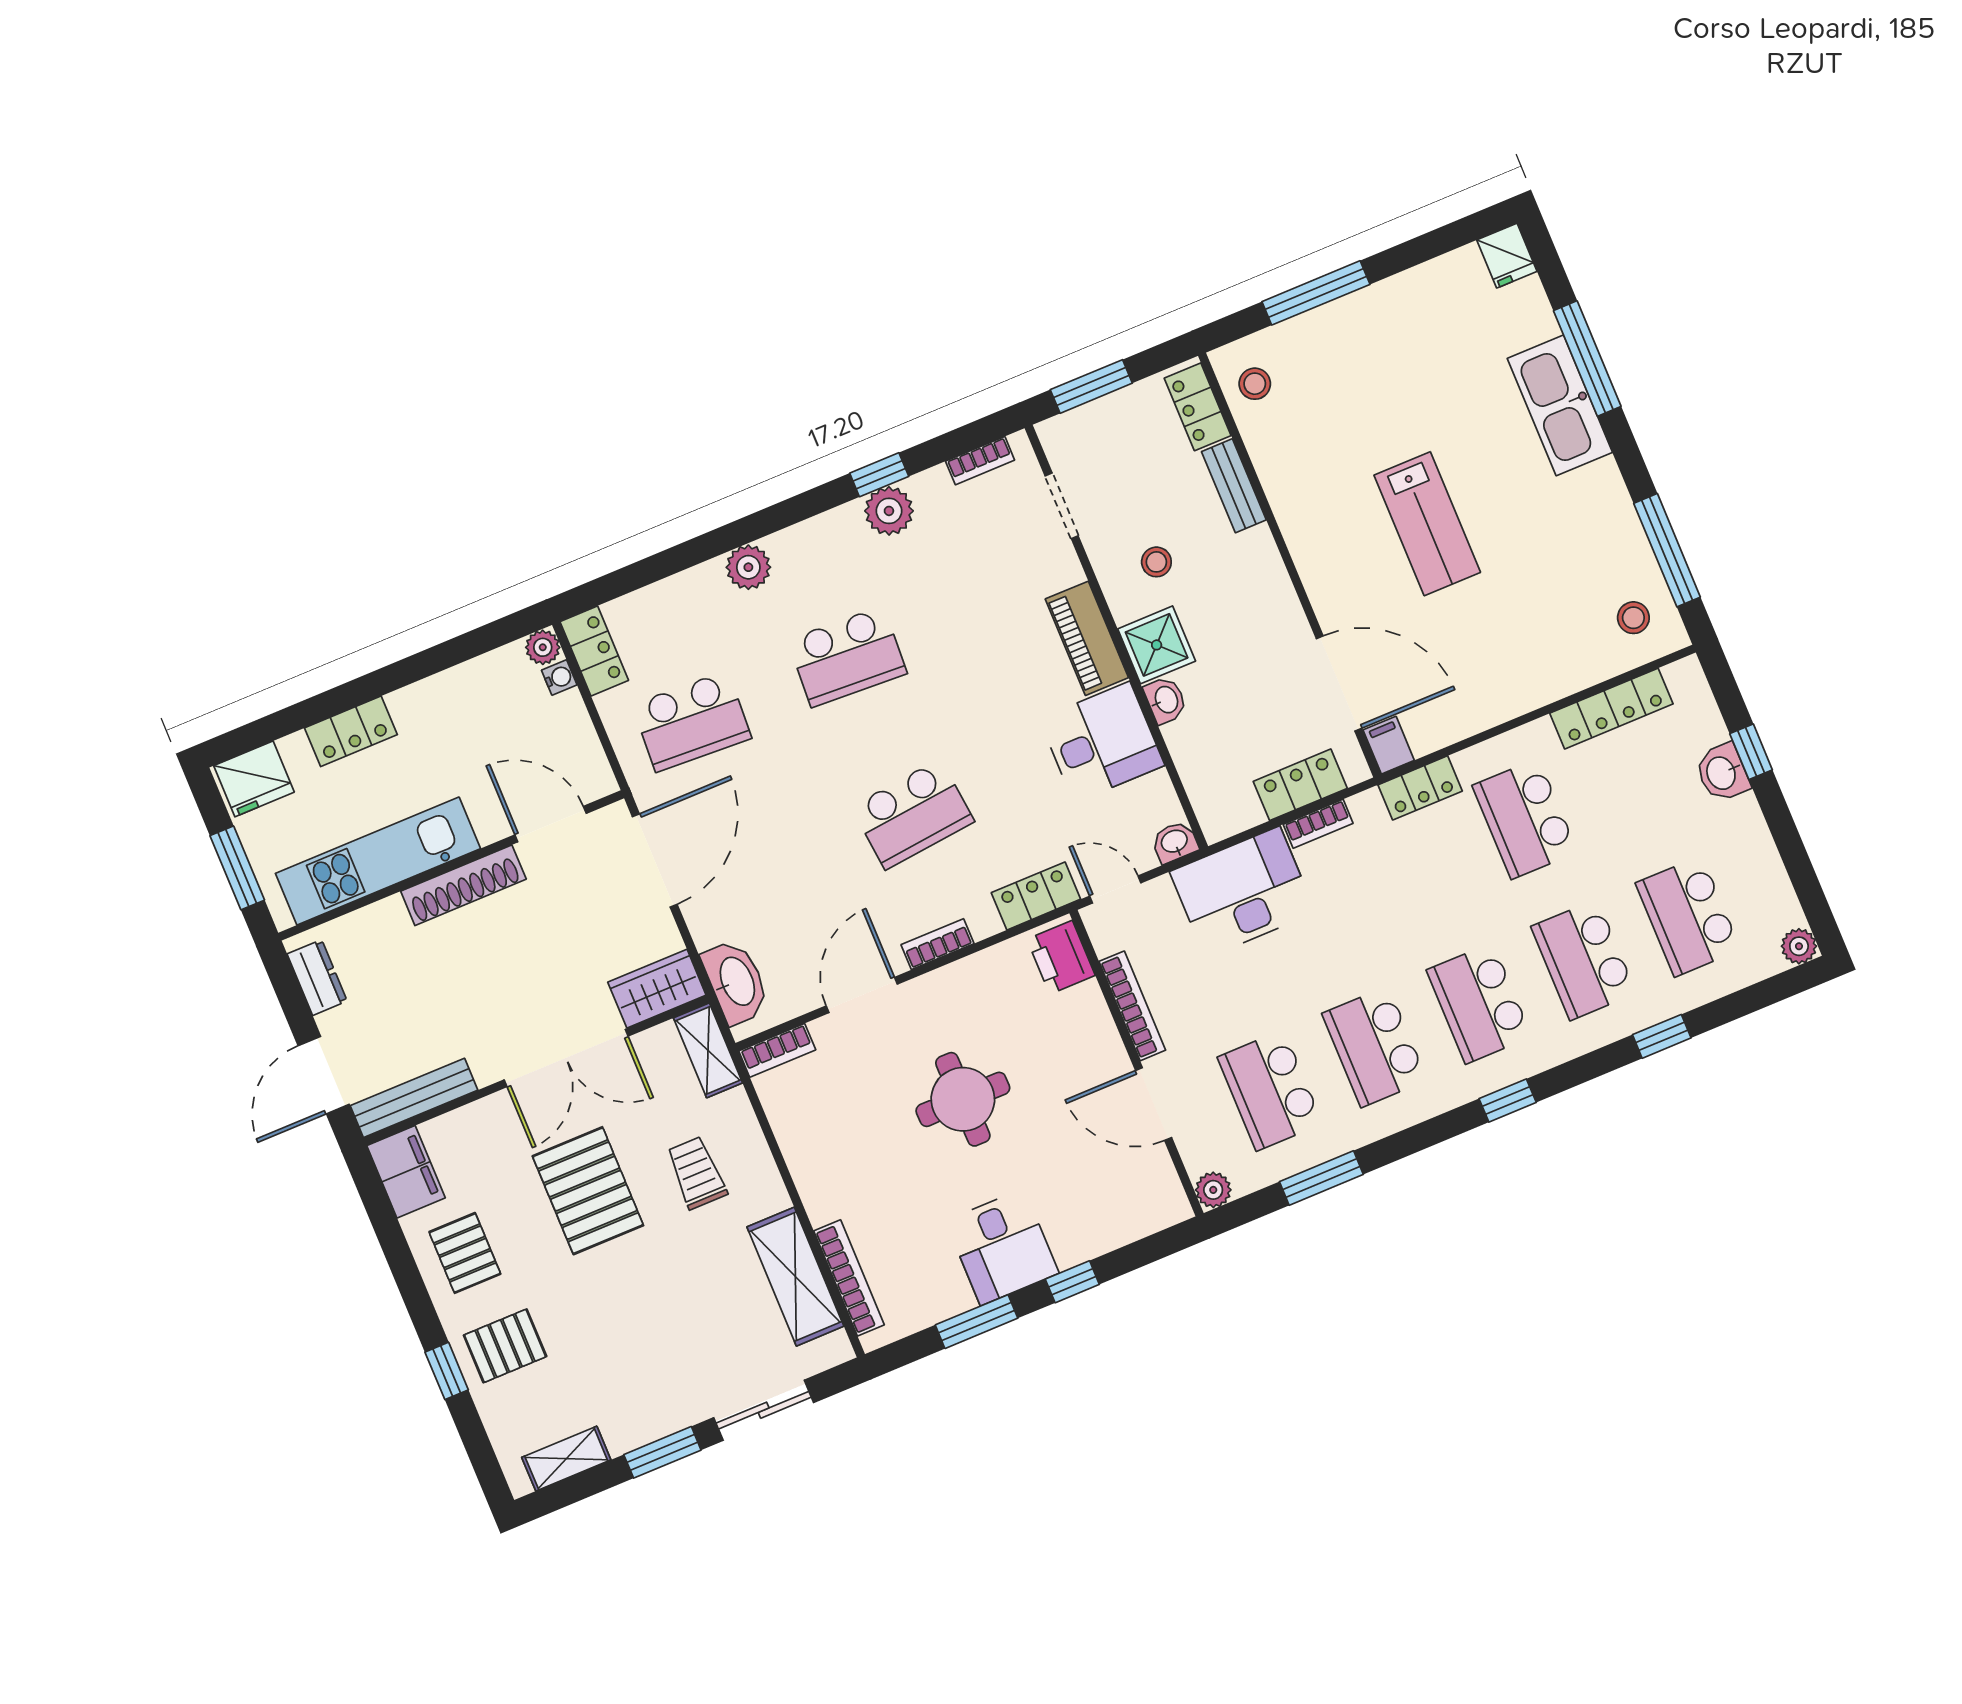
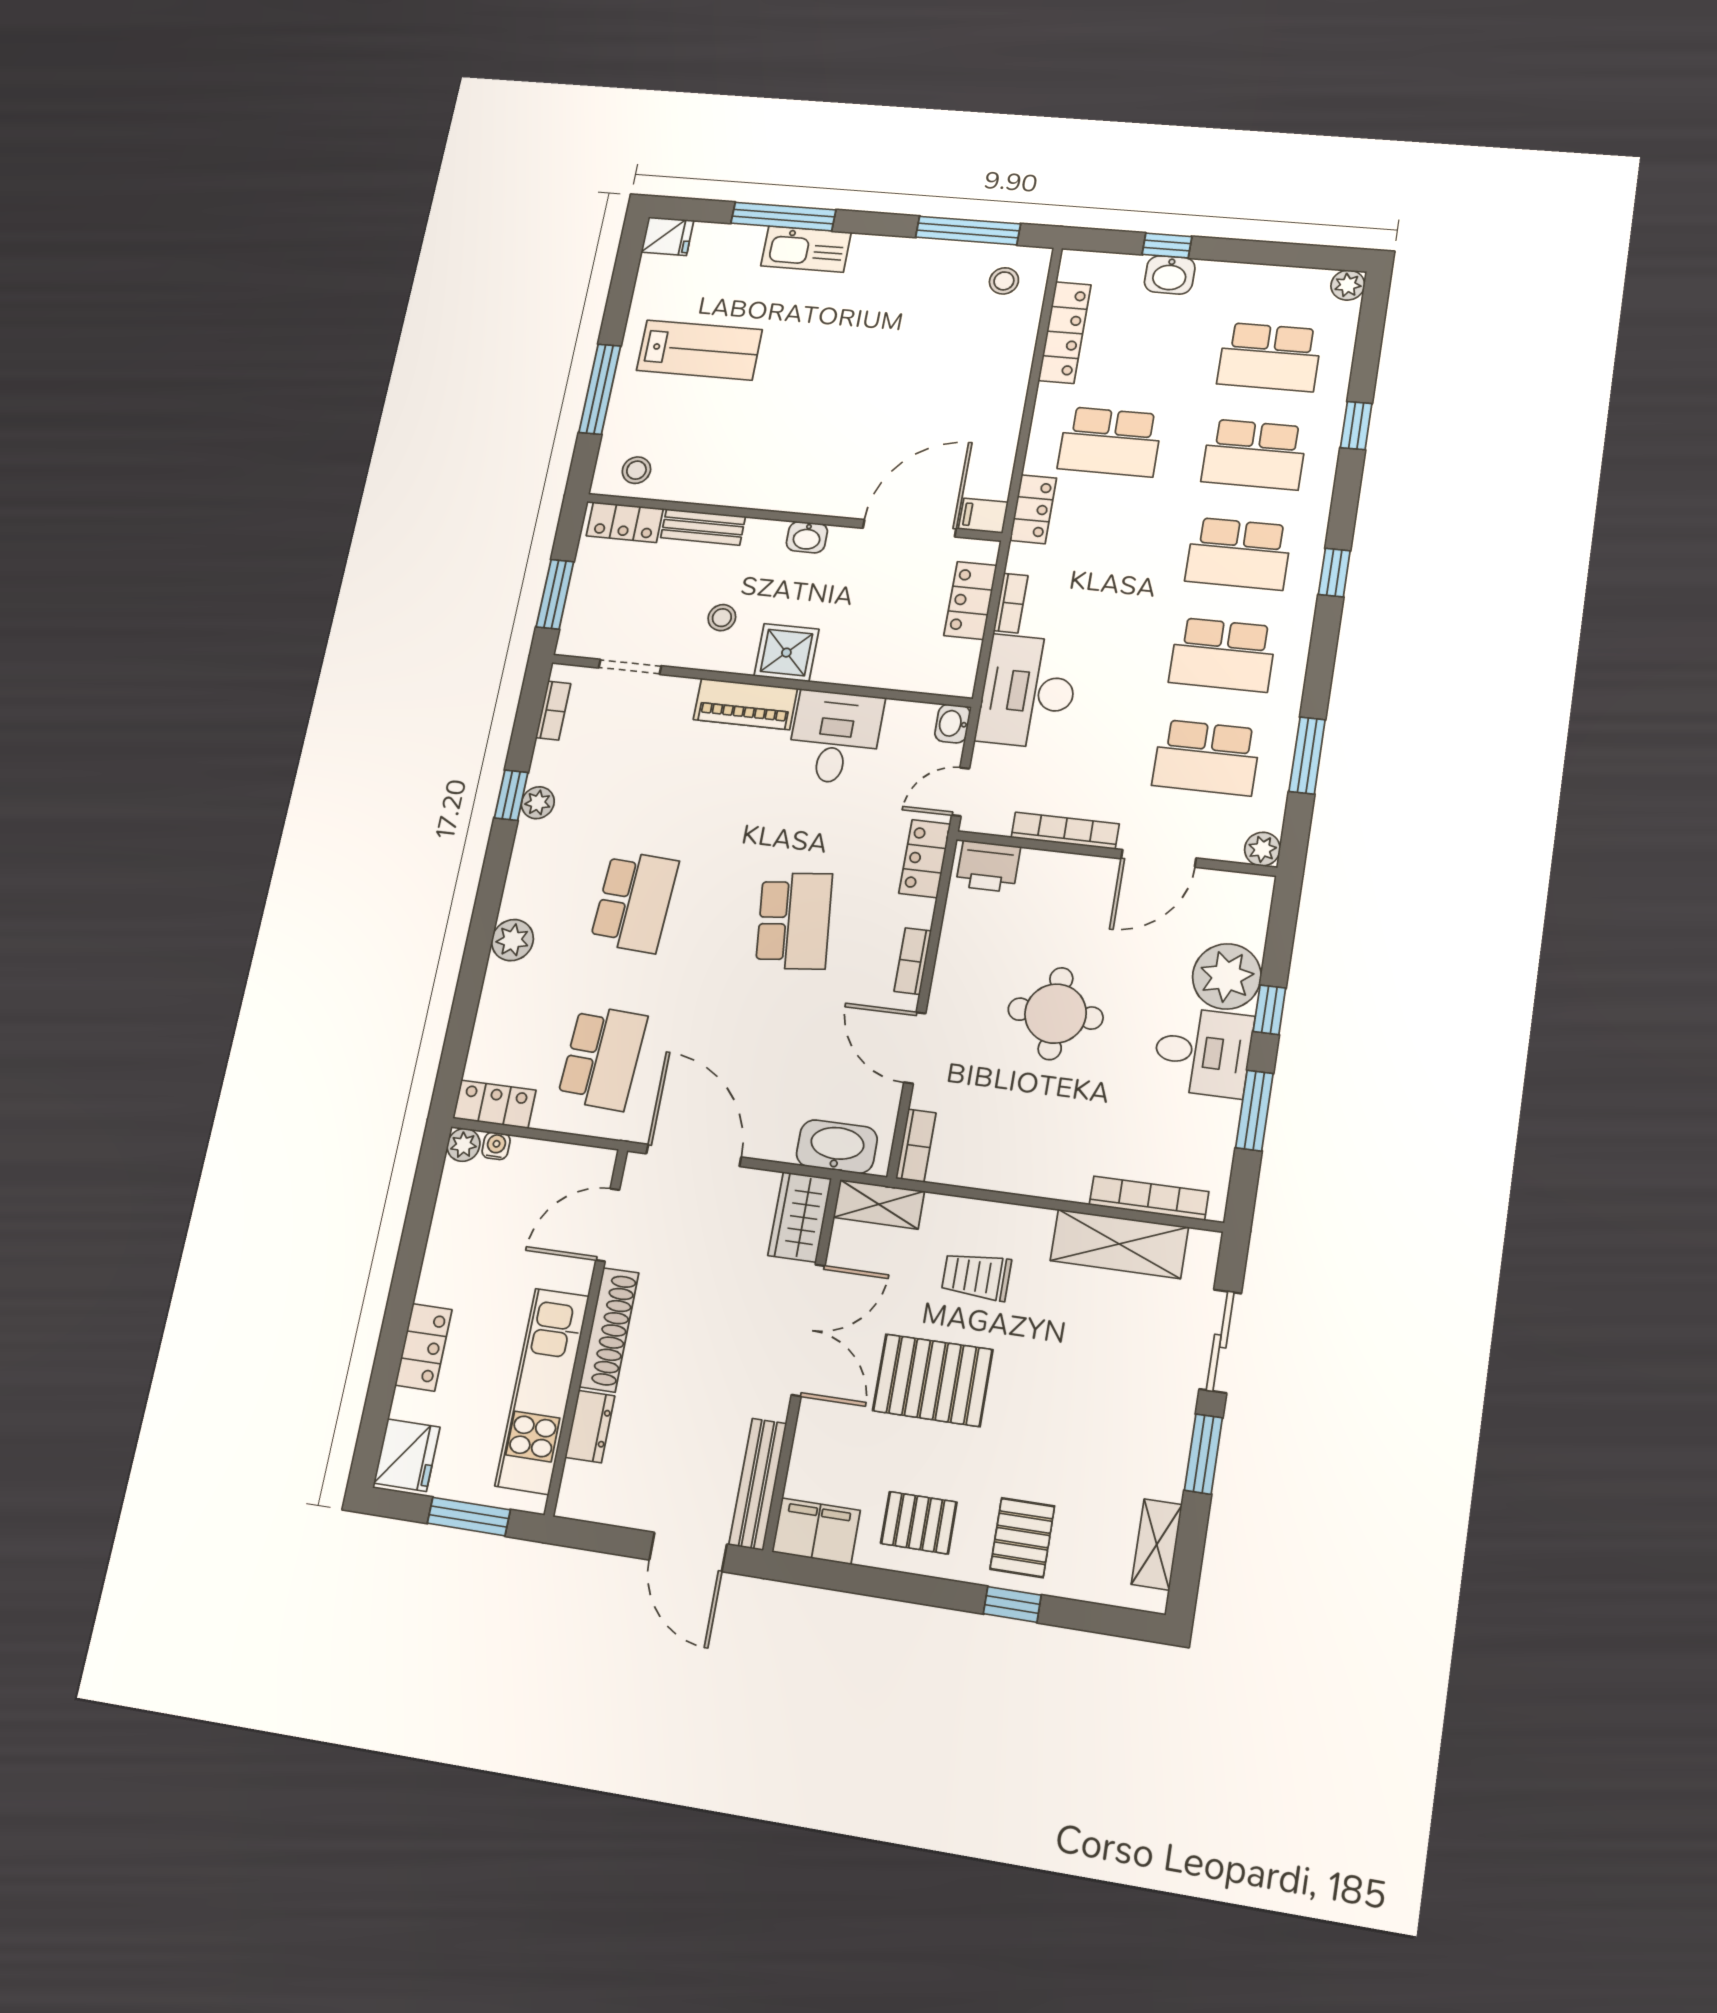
kitchen sink: (1560, 405) -> (806, 249), width x0.73, depth x0.81
plant: (889, 511) -> (538, 803), width x0.73, depth x0.73
lab bench: (1427, 524) -> (699, 350), moved
washbasin: (1166, 700) -> (807, 537), moved, turned 180
dresser: (317, 977) -> (590, 1426), moved, turned 90
plant: (1081, 1228) -> (1227, 976), added

